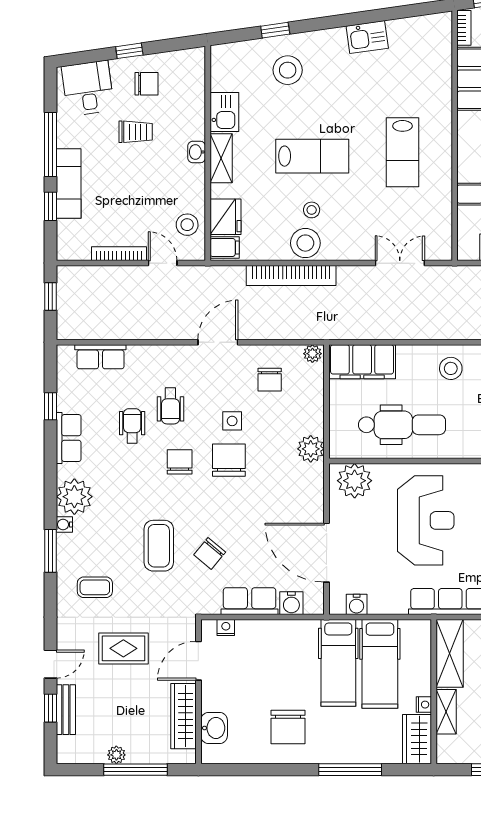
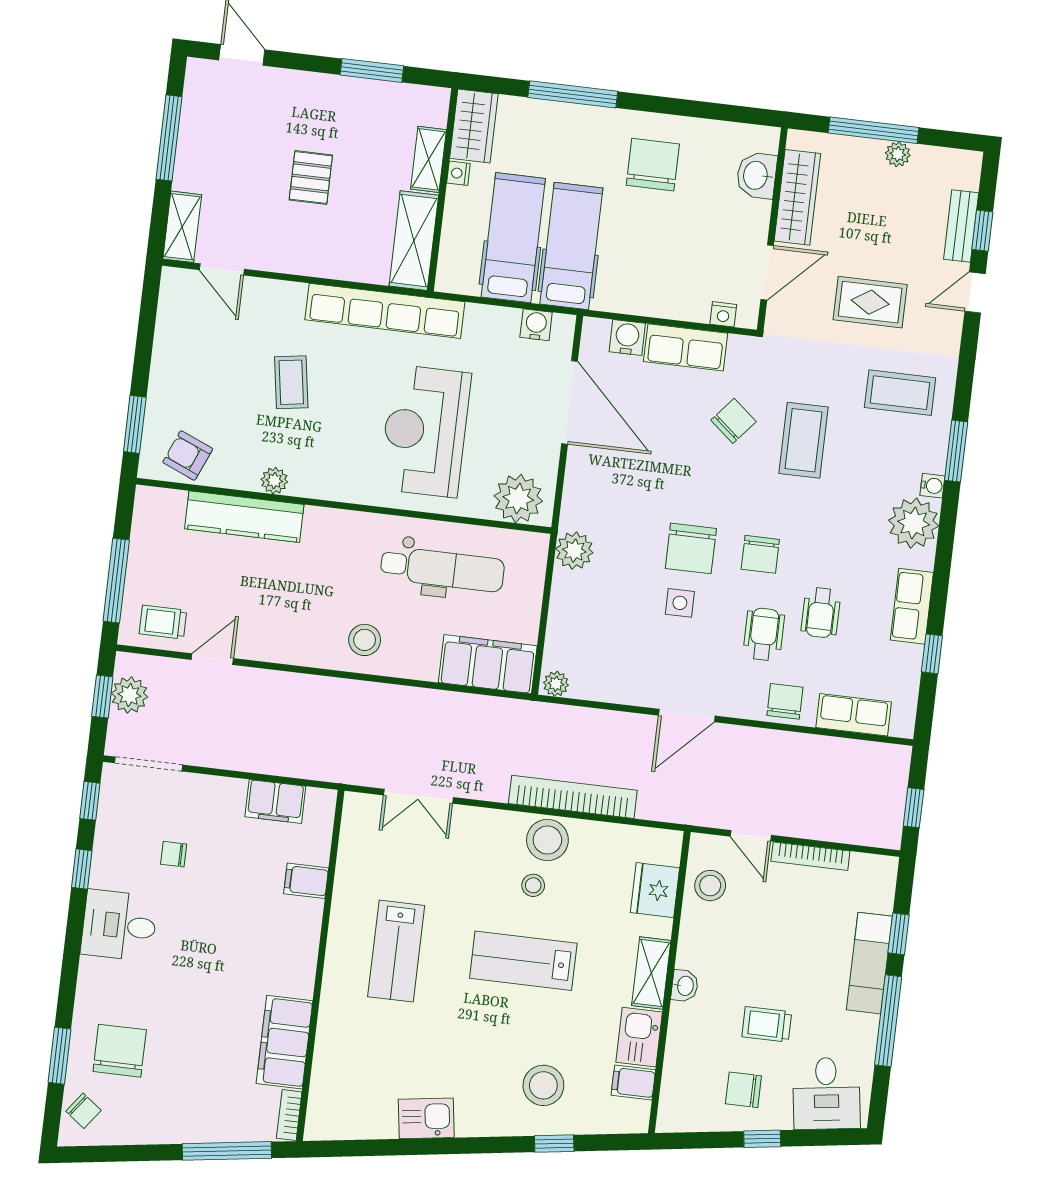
lab bench: (402, 152) -> (396, 951), turned 180
filing cabinet: (225, 247) -> (633, 1083), moved
chair: (270, 380) -> (785, 701), moved
dental chair: (402, 425) -> (442, 569), turned 180
coffee table: (95, 587) -> (900, 393), width x1.36, depth x1.30

